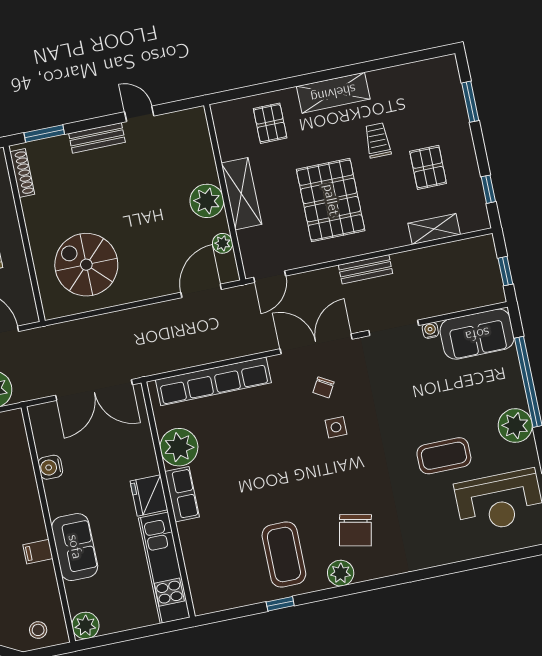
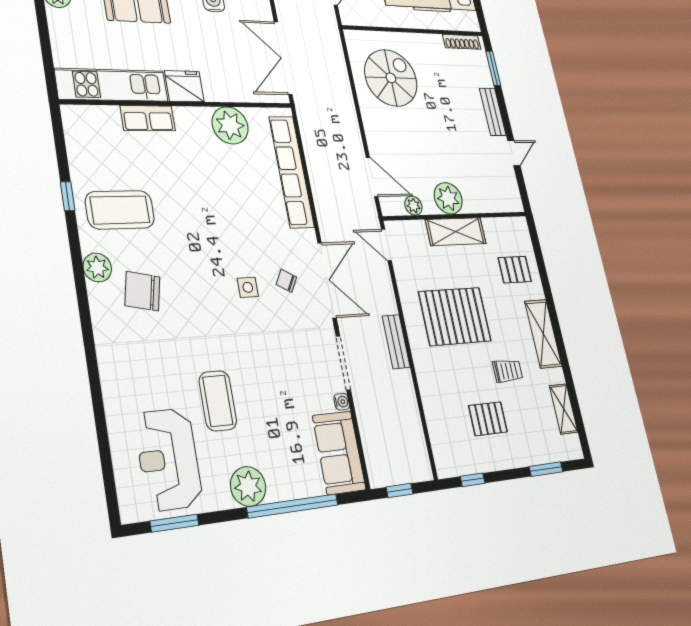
shelving: (434, 229) -> (564, 409), moved
row of seats: (182, 494) -> (148, 118), moved

